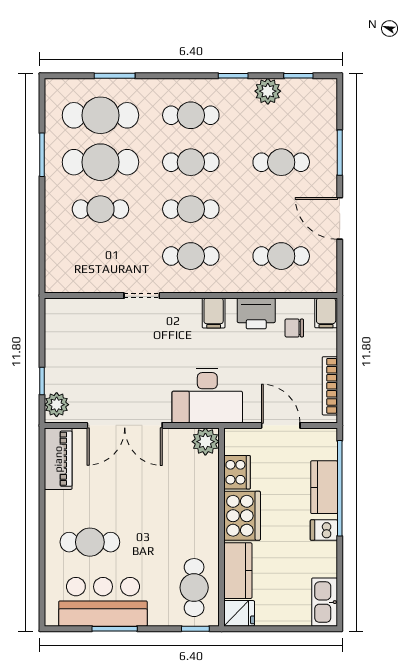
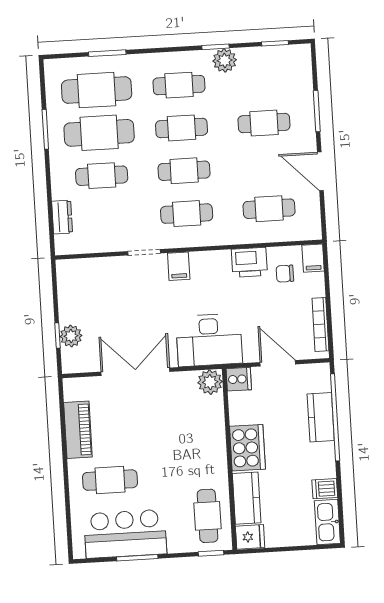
plant: (268, 91) -> (225, 60), moved
dresser: (55, 252) -> (62, 217), added
filing cabinet: (214, 313) -> (179, 266), moved
plant: (57, 405) -> (71, 336), moved
double door: (125, 425) -> (135, 372), swing flipped
piano: (58, 459) -> (78, 430), moved
cooker: (237, 472) -> (239, 379), moved, width x0.73
dishwasher: (324, 530) -> (325, 489), moved

